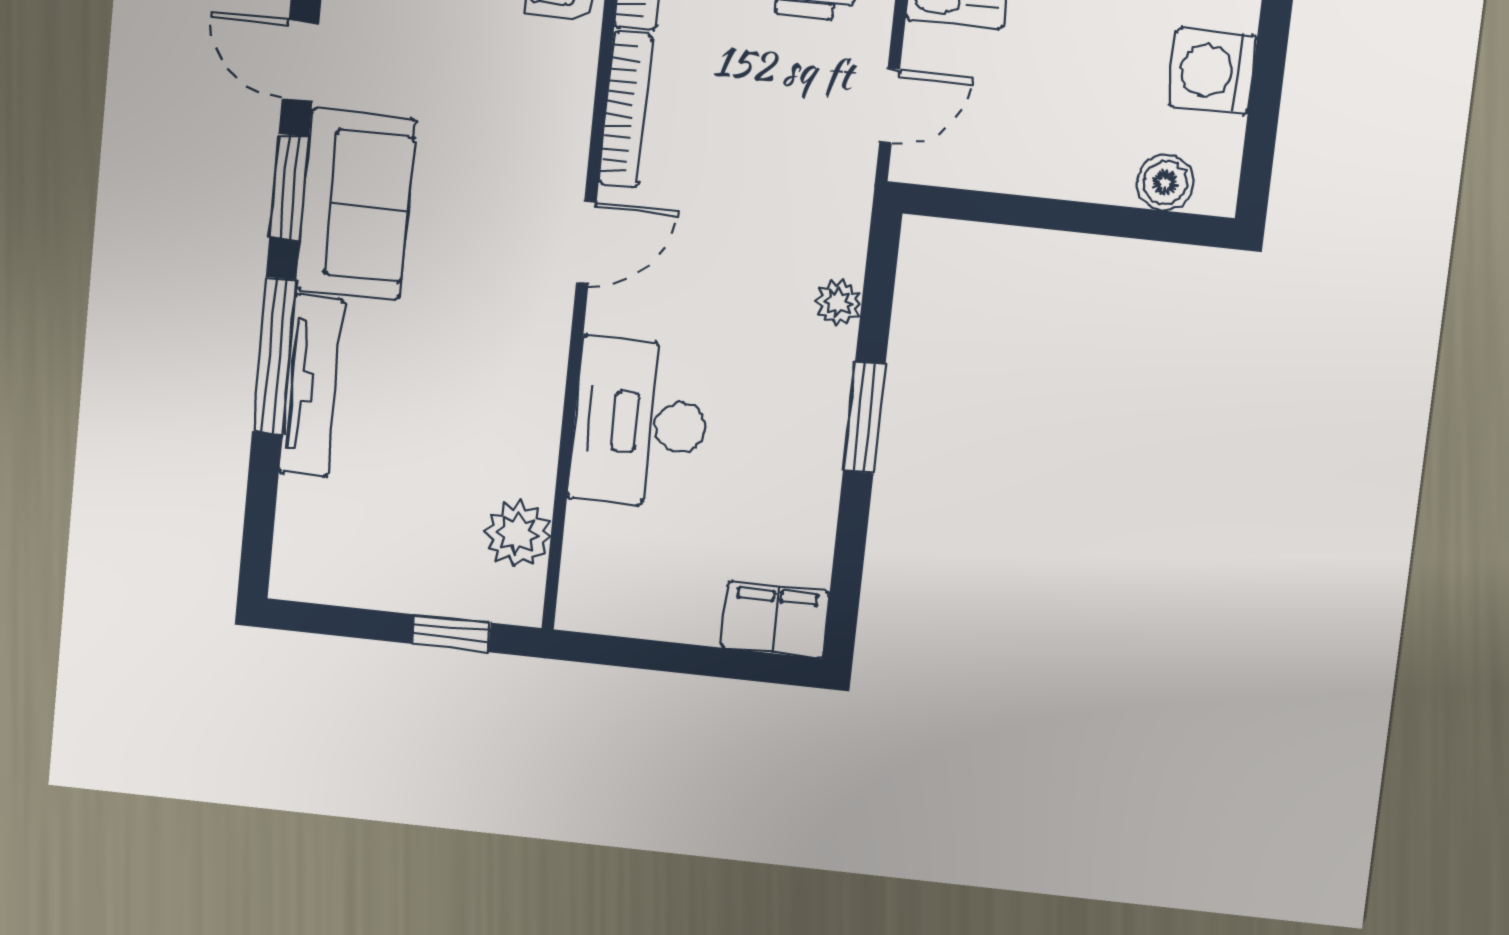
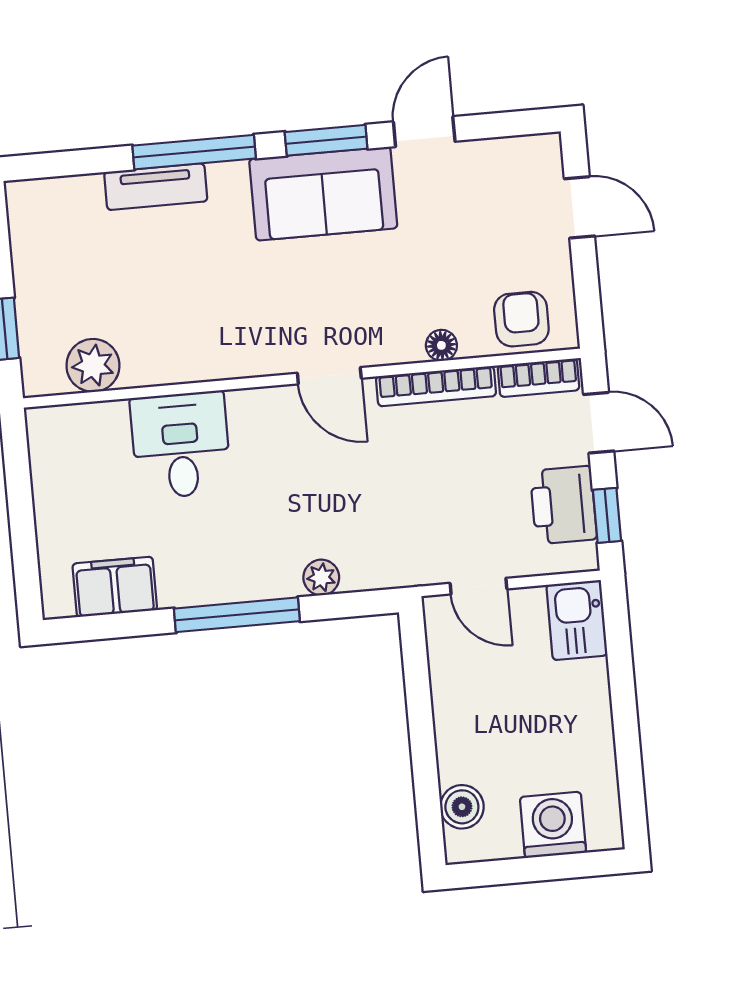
floor lamp: (575, 93) -> (441, 345), added
tv unit: (311, 386) -> (156, 187), width x0.71
window: (864, 418) -> (237, 615), width x1.44
desk: (640, 423) -> (181, 445), width x0.73
filing cabinet: (775, 620) -> (115, 587), moved, turned -90

